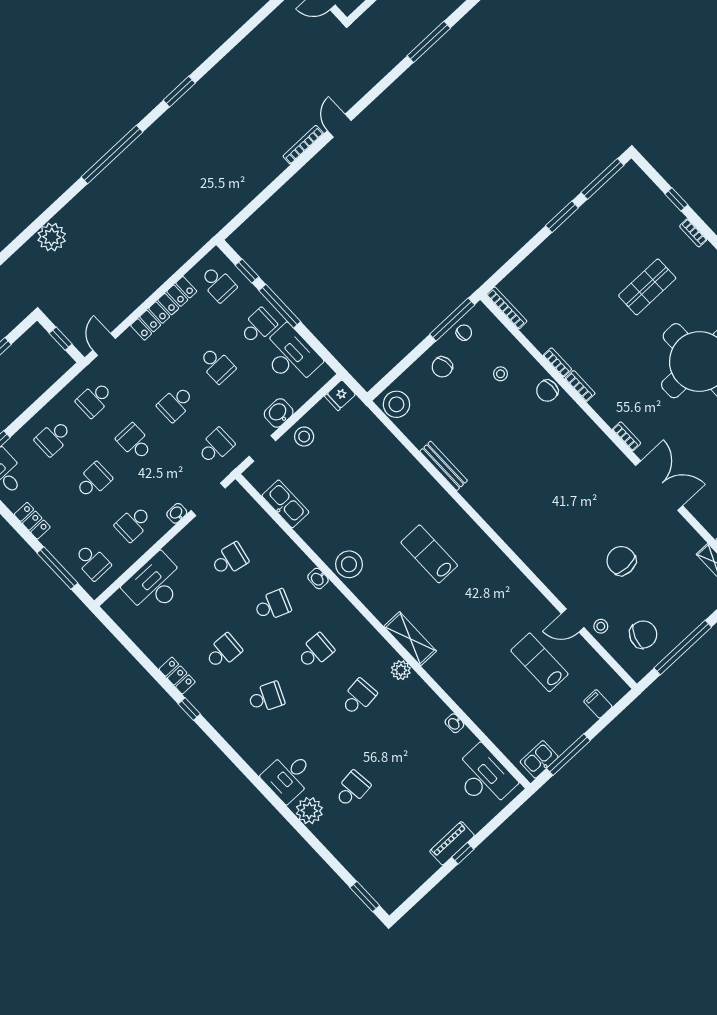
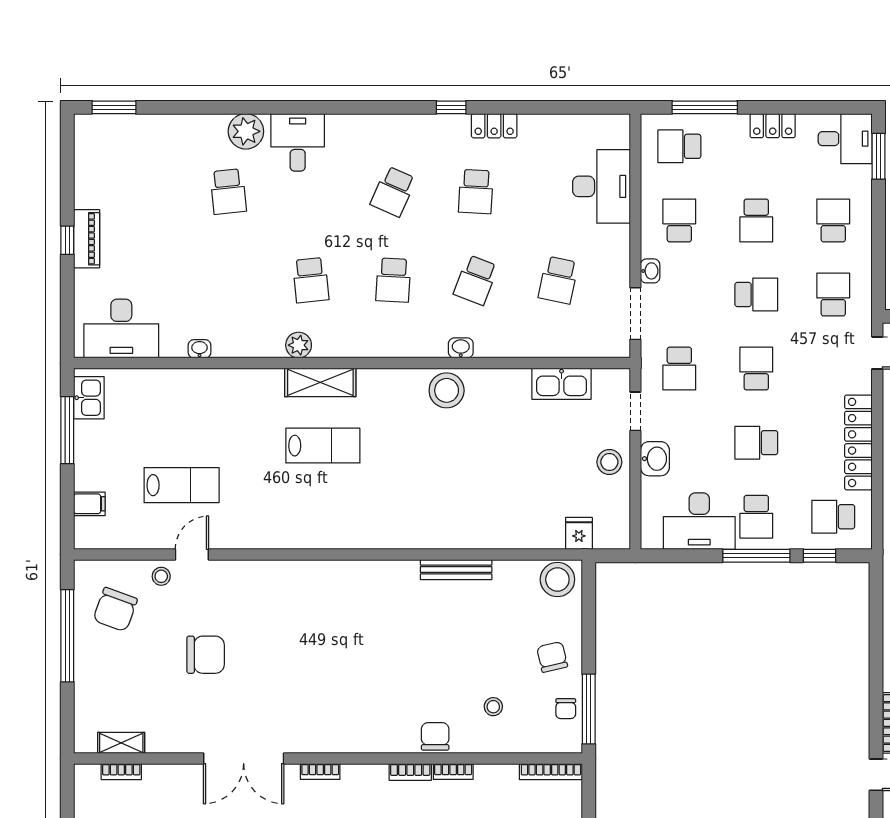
fridge: (340, 395) -> (579, 533), moved
lab bench: (429, 554) -> (323, 446), moved

